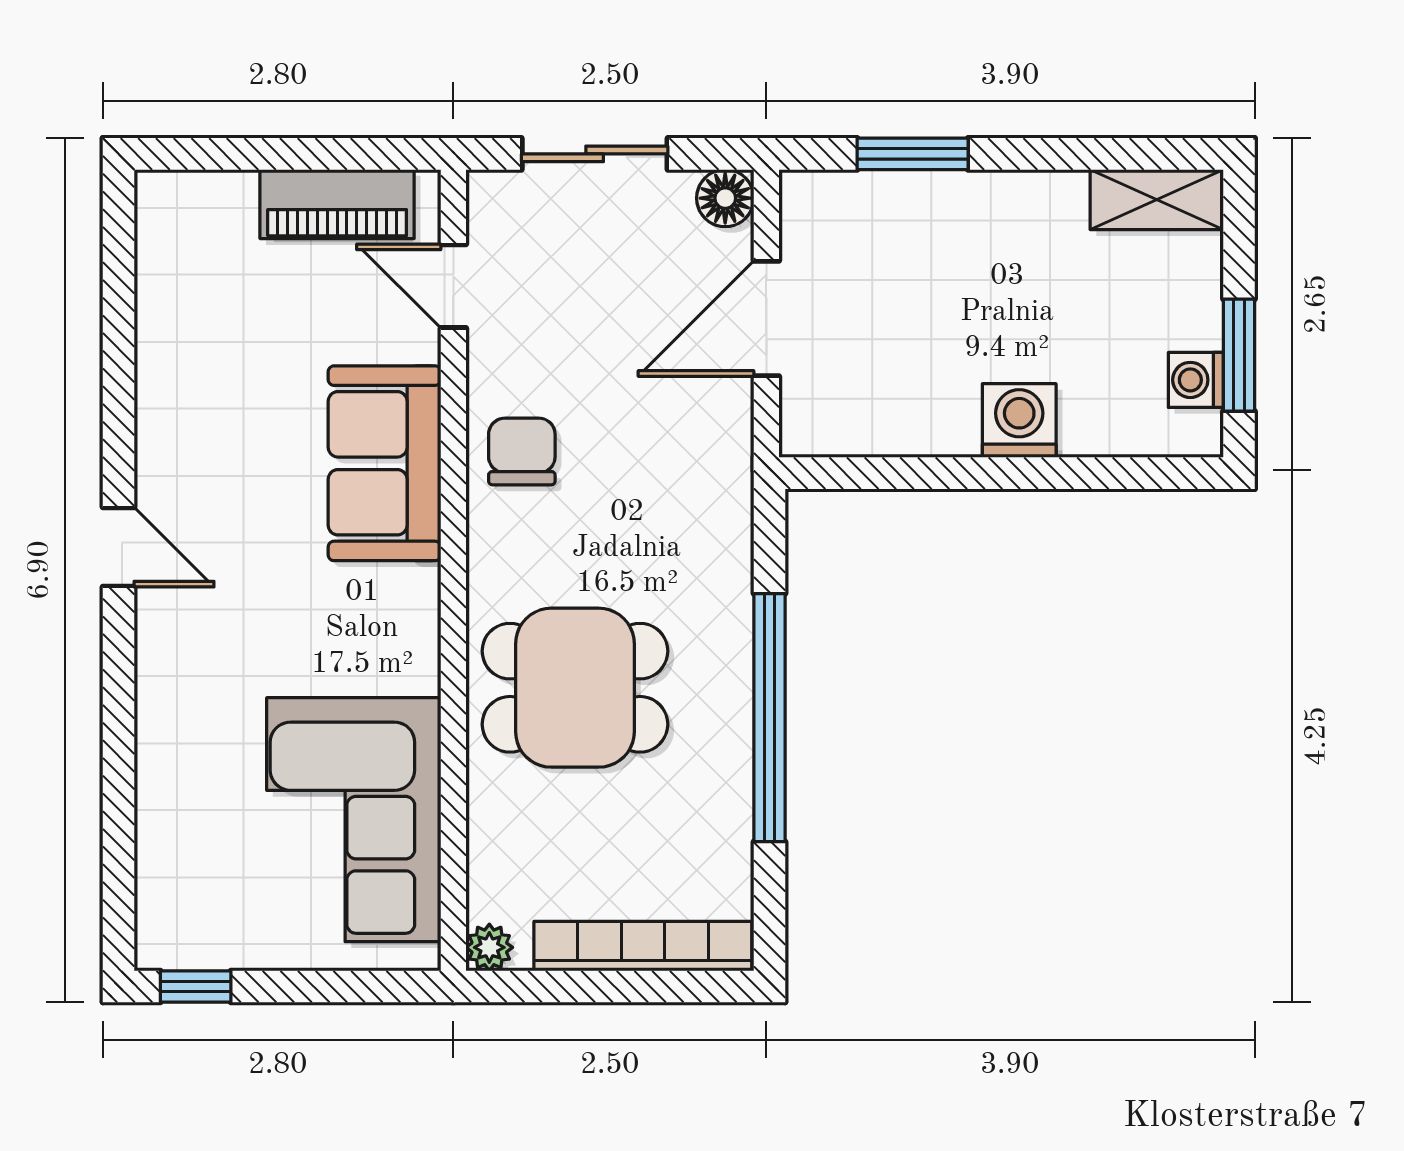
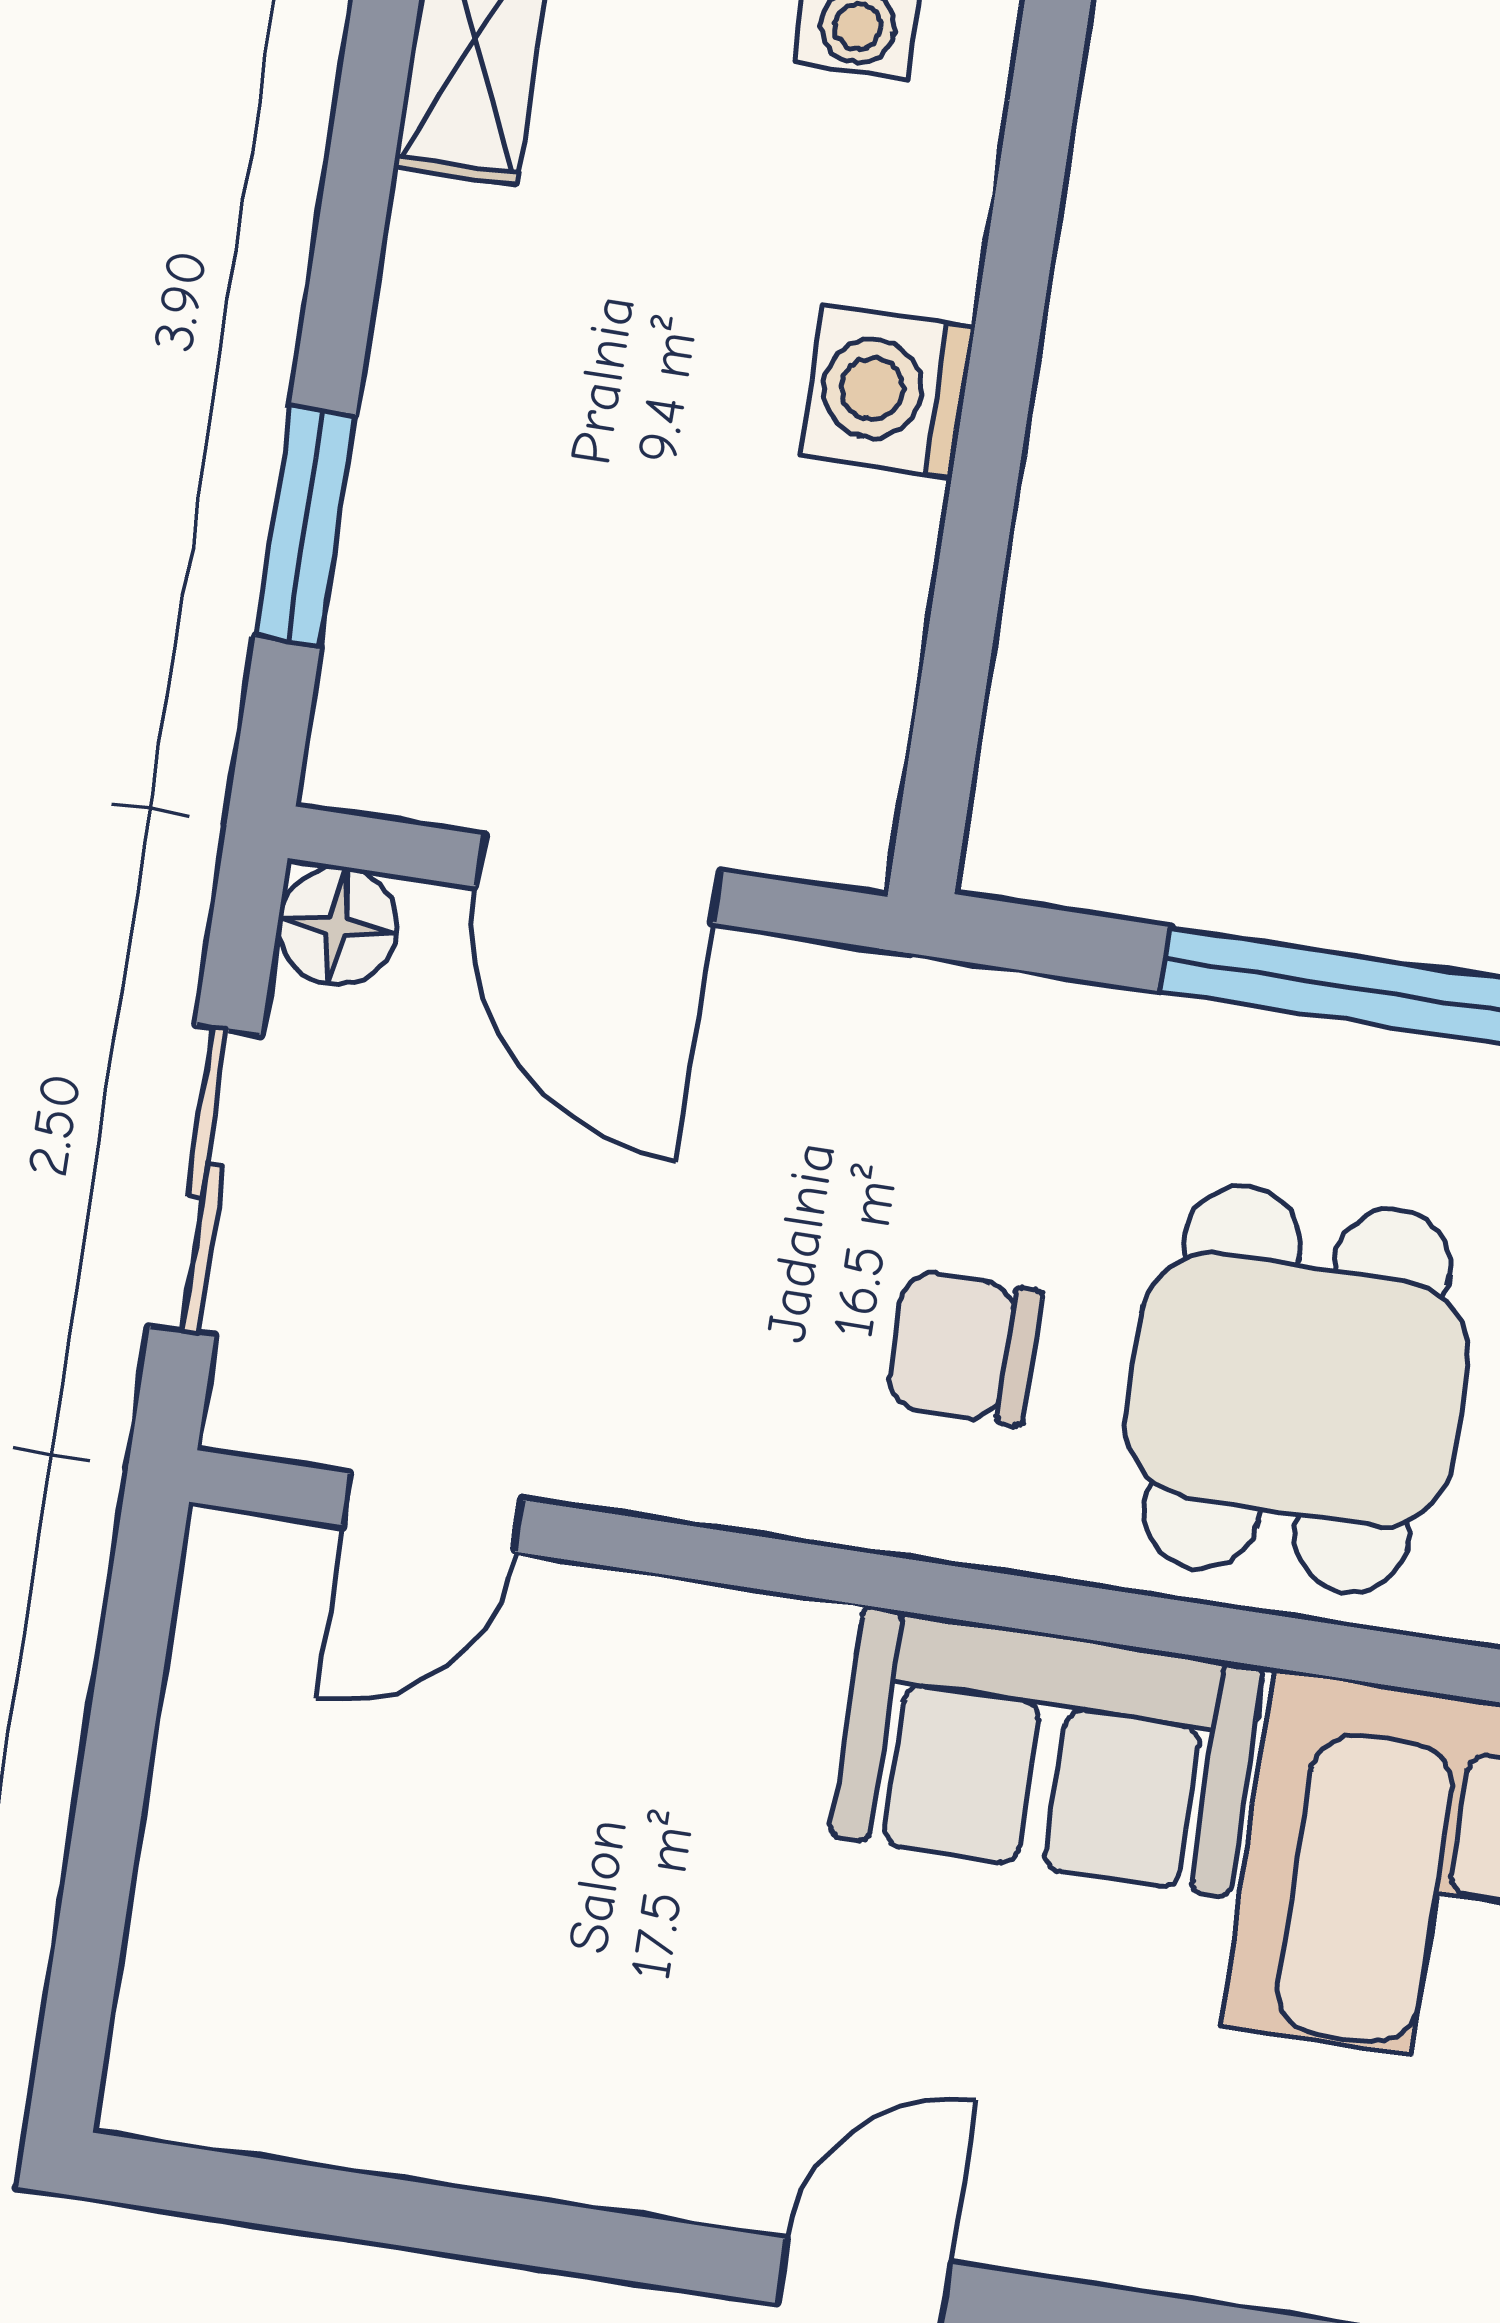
piano: (337, 204) -> (227, 1726), removed
chair: (522, 452) -> (964, 1348), moved
sofa: (385, 463) -> (1047, 1752), moved

